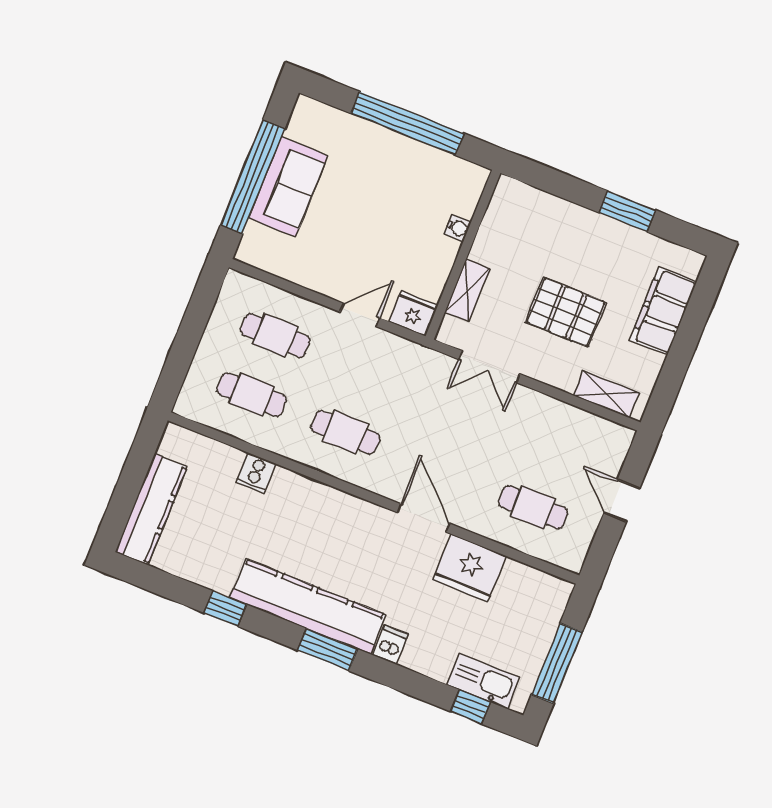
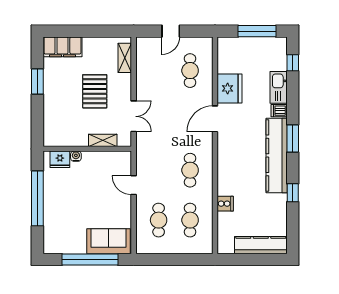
sofa: (288, 187) -> (109, 241), moved
filing cabinet: (663, 311) -> (62, 47), moved
fridge: (414, 313) -> (60, 159), moved, turned -90
kitchen sink: (484, 681) -> (279, 87), moved

